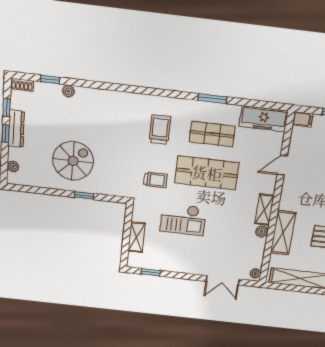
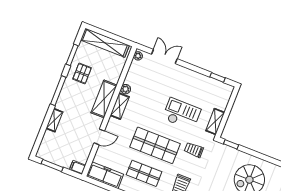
window: (84, 195) -> (231, 144), moved
shelving: (283, 233) -> (104, 99), moved
shelving: (137, 237) -> (215, 122), moved

